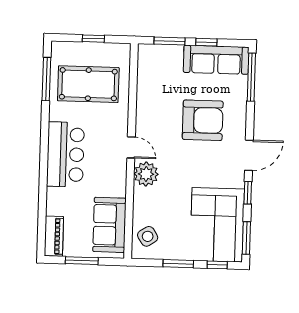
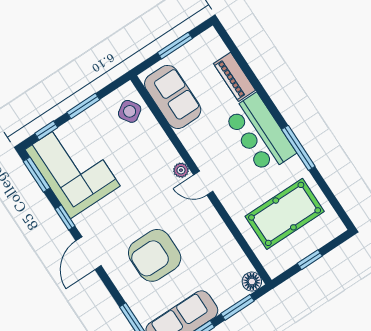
floor lamp: (146, 52) -> (252, 282), added
window: (46, 79) -> (298, 148), moved
plant: (146, 174) -> (181, 170), width x0.53, depth x0.53
piano: (54, 236) -> (235, 77), moved

